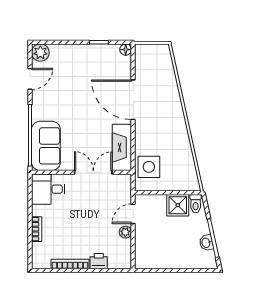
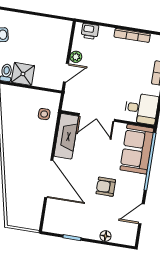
floor lamp: (126, 50) -> (106, 236), moved
plant: (40, 53) -> (128, 237), removed
armchair: (72, 101) -> (106, 187), added
side table: (149, 167) -> (44, 114), width x0.54, depth x0.54
printer: (99, 261) -> (90, 31), moved

